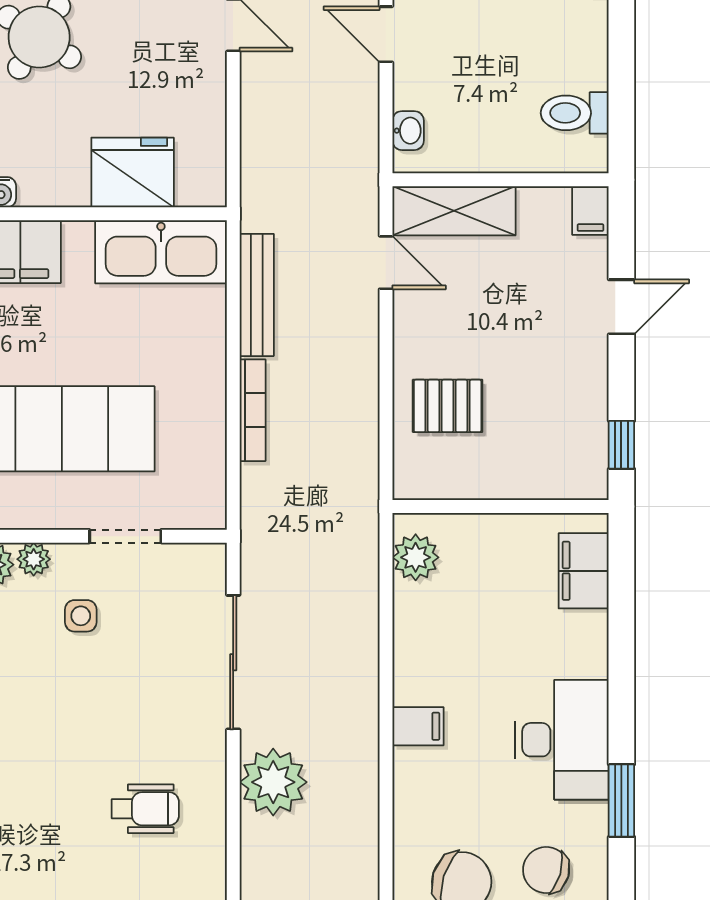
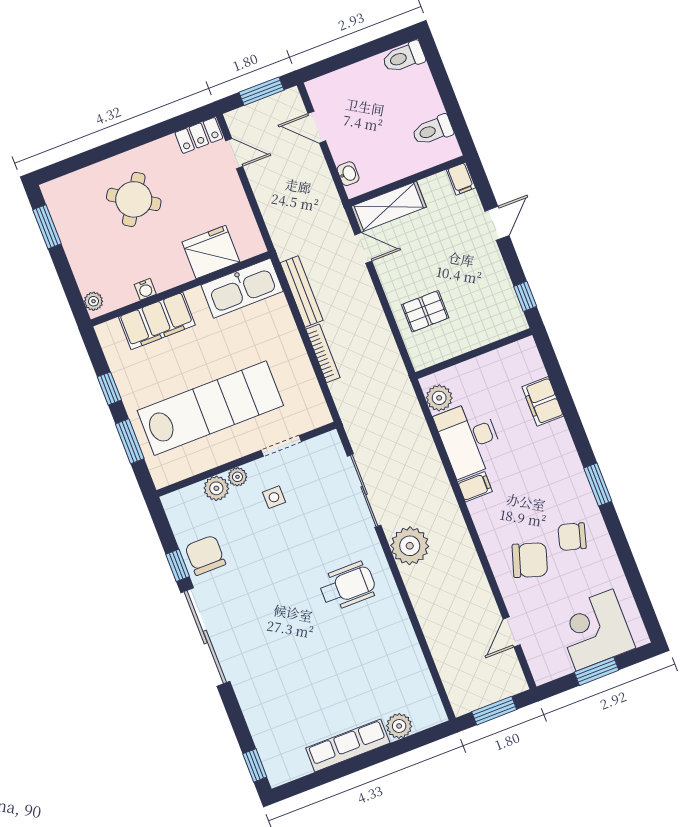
filing cabinet: (584, 571) -> (543, 401), moved
desk: (562, 740) -> (469, 439), moved, turned 180
wheelchair: (145, 809) -> (348, 586), width x1.36, depth x1.37

